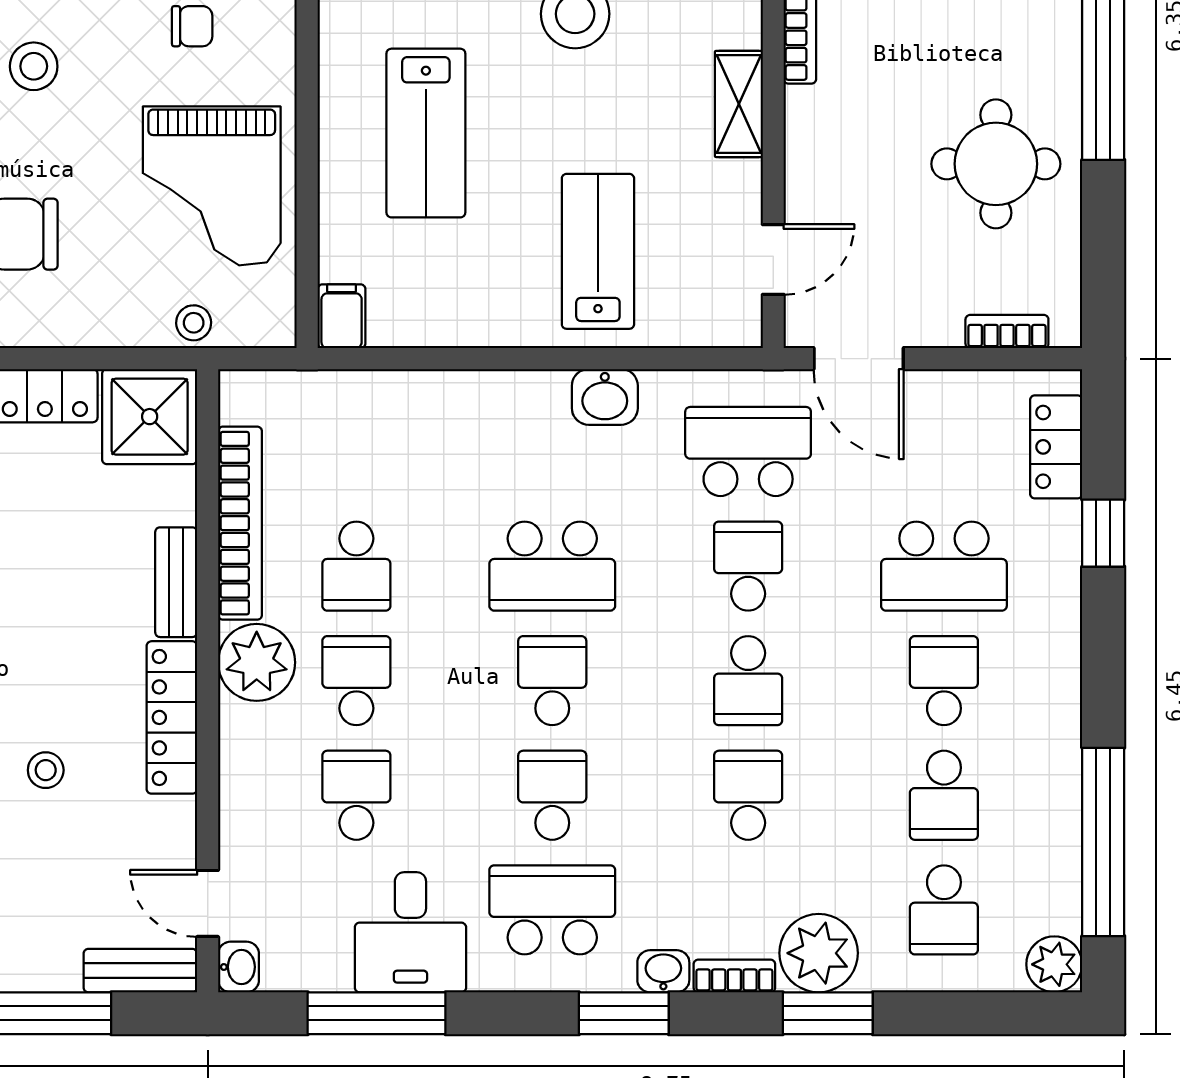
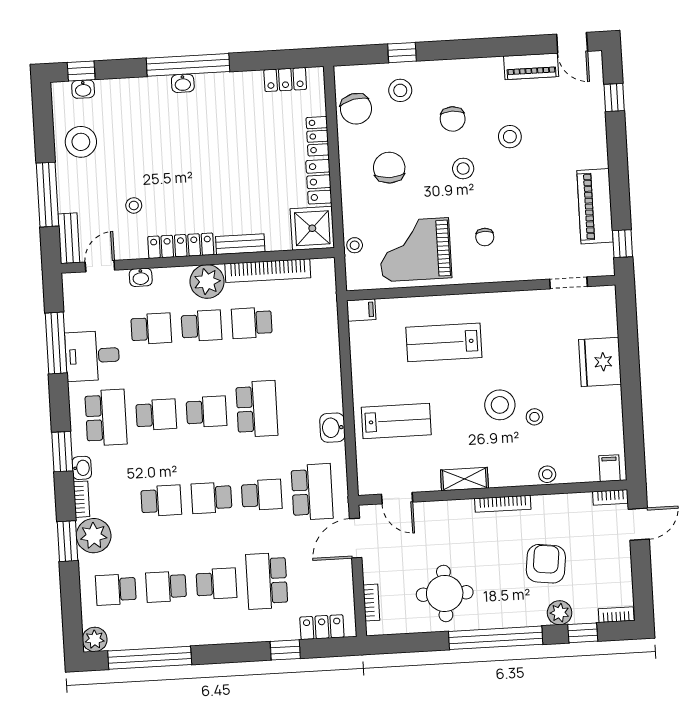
school desk: (552, 566) -> (257, 409), turned 180
stool: (46, 770) -> (134, 205), moved
washbasin: (239, 967) -> (141, 277), moved

